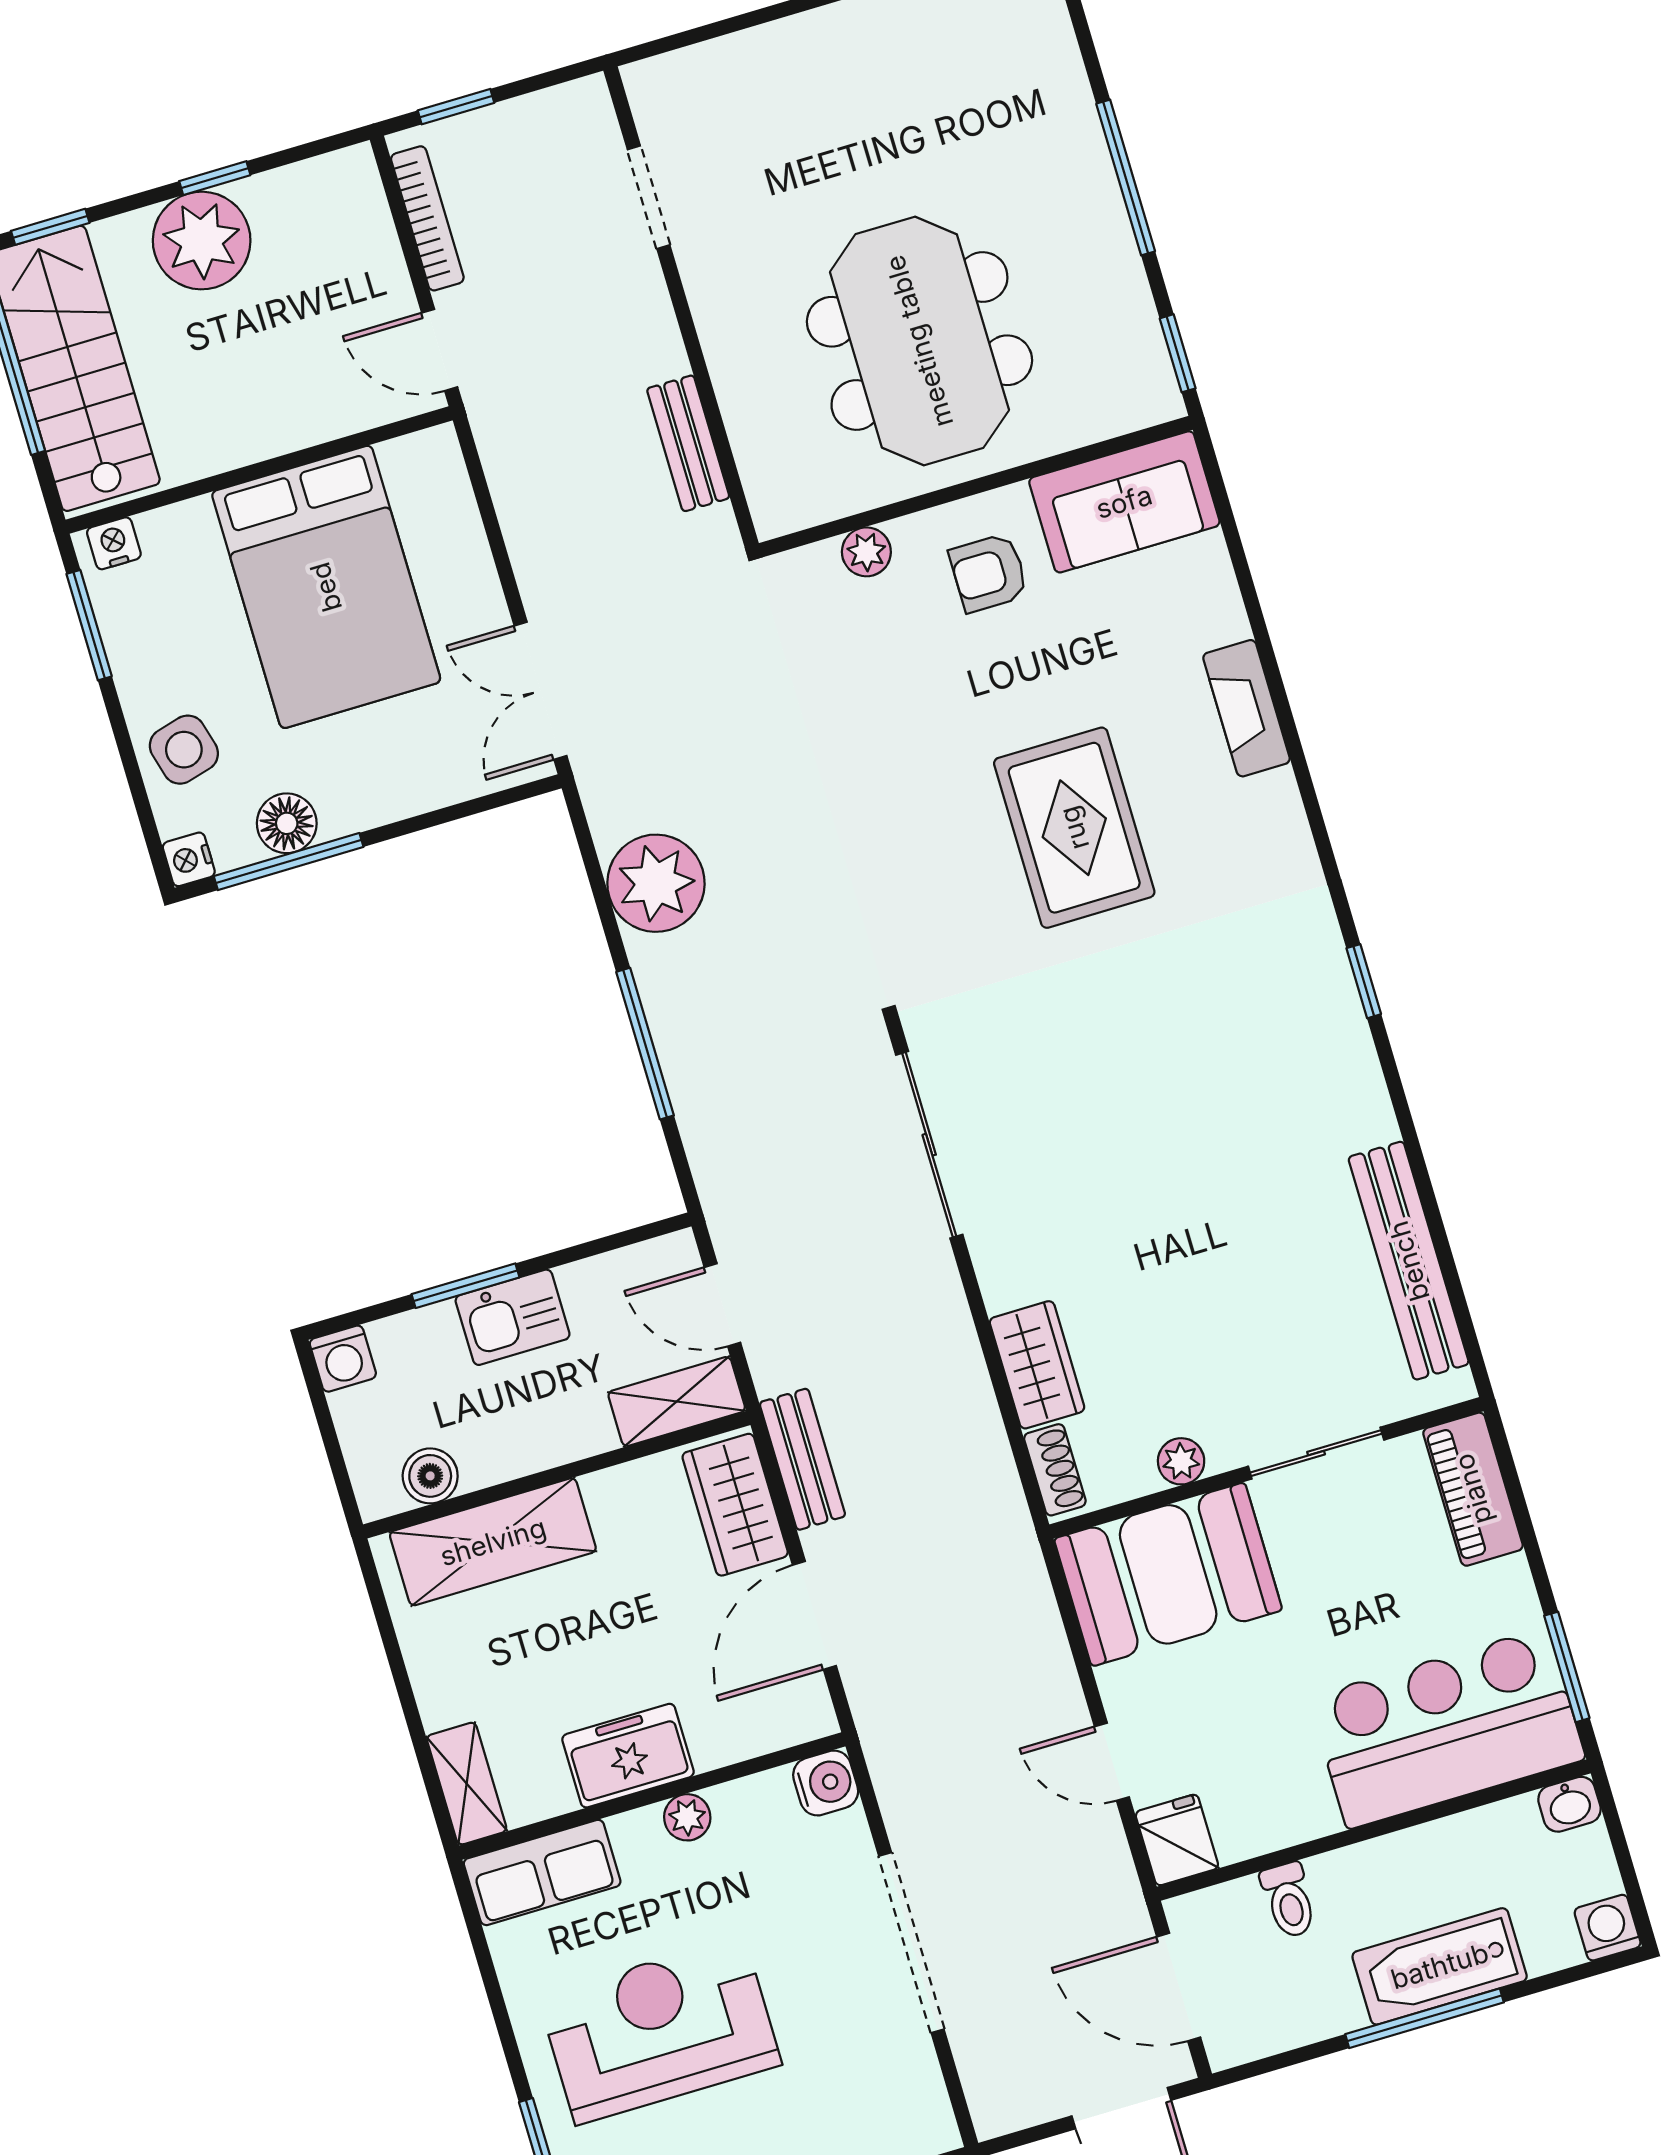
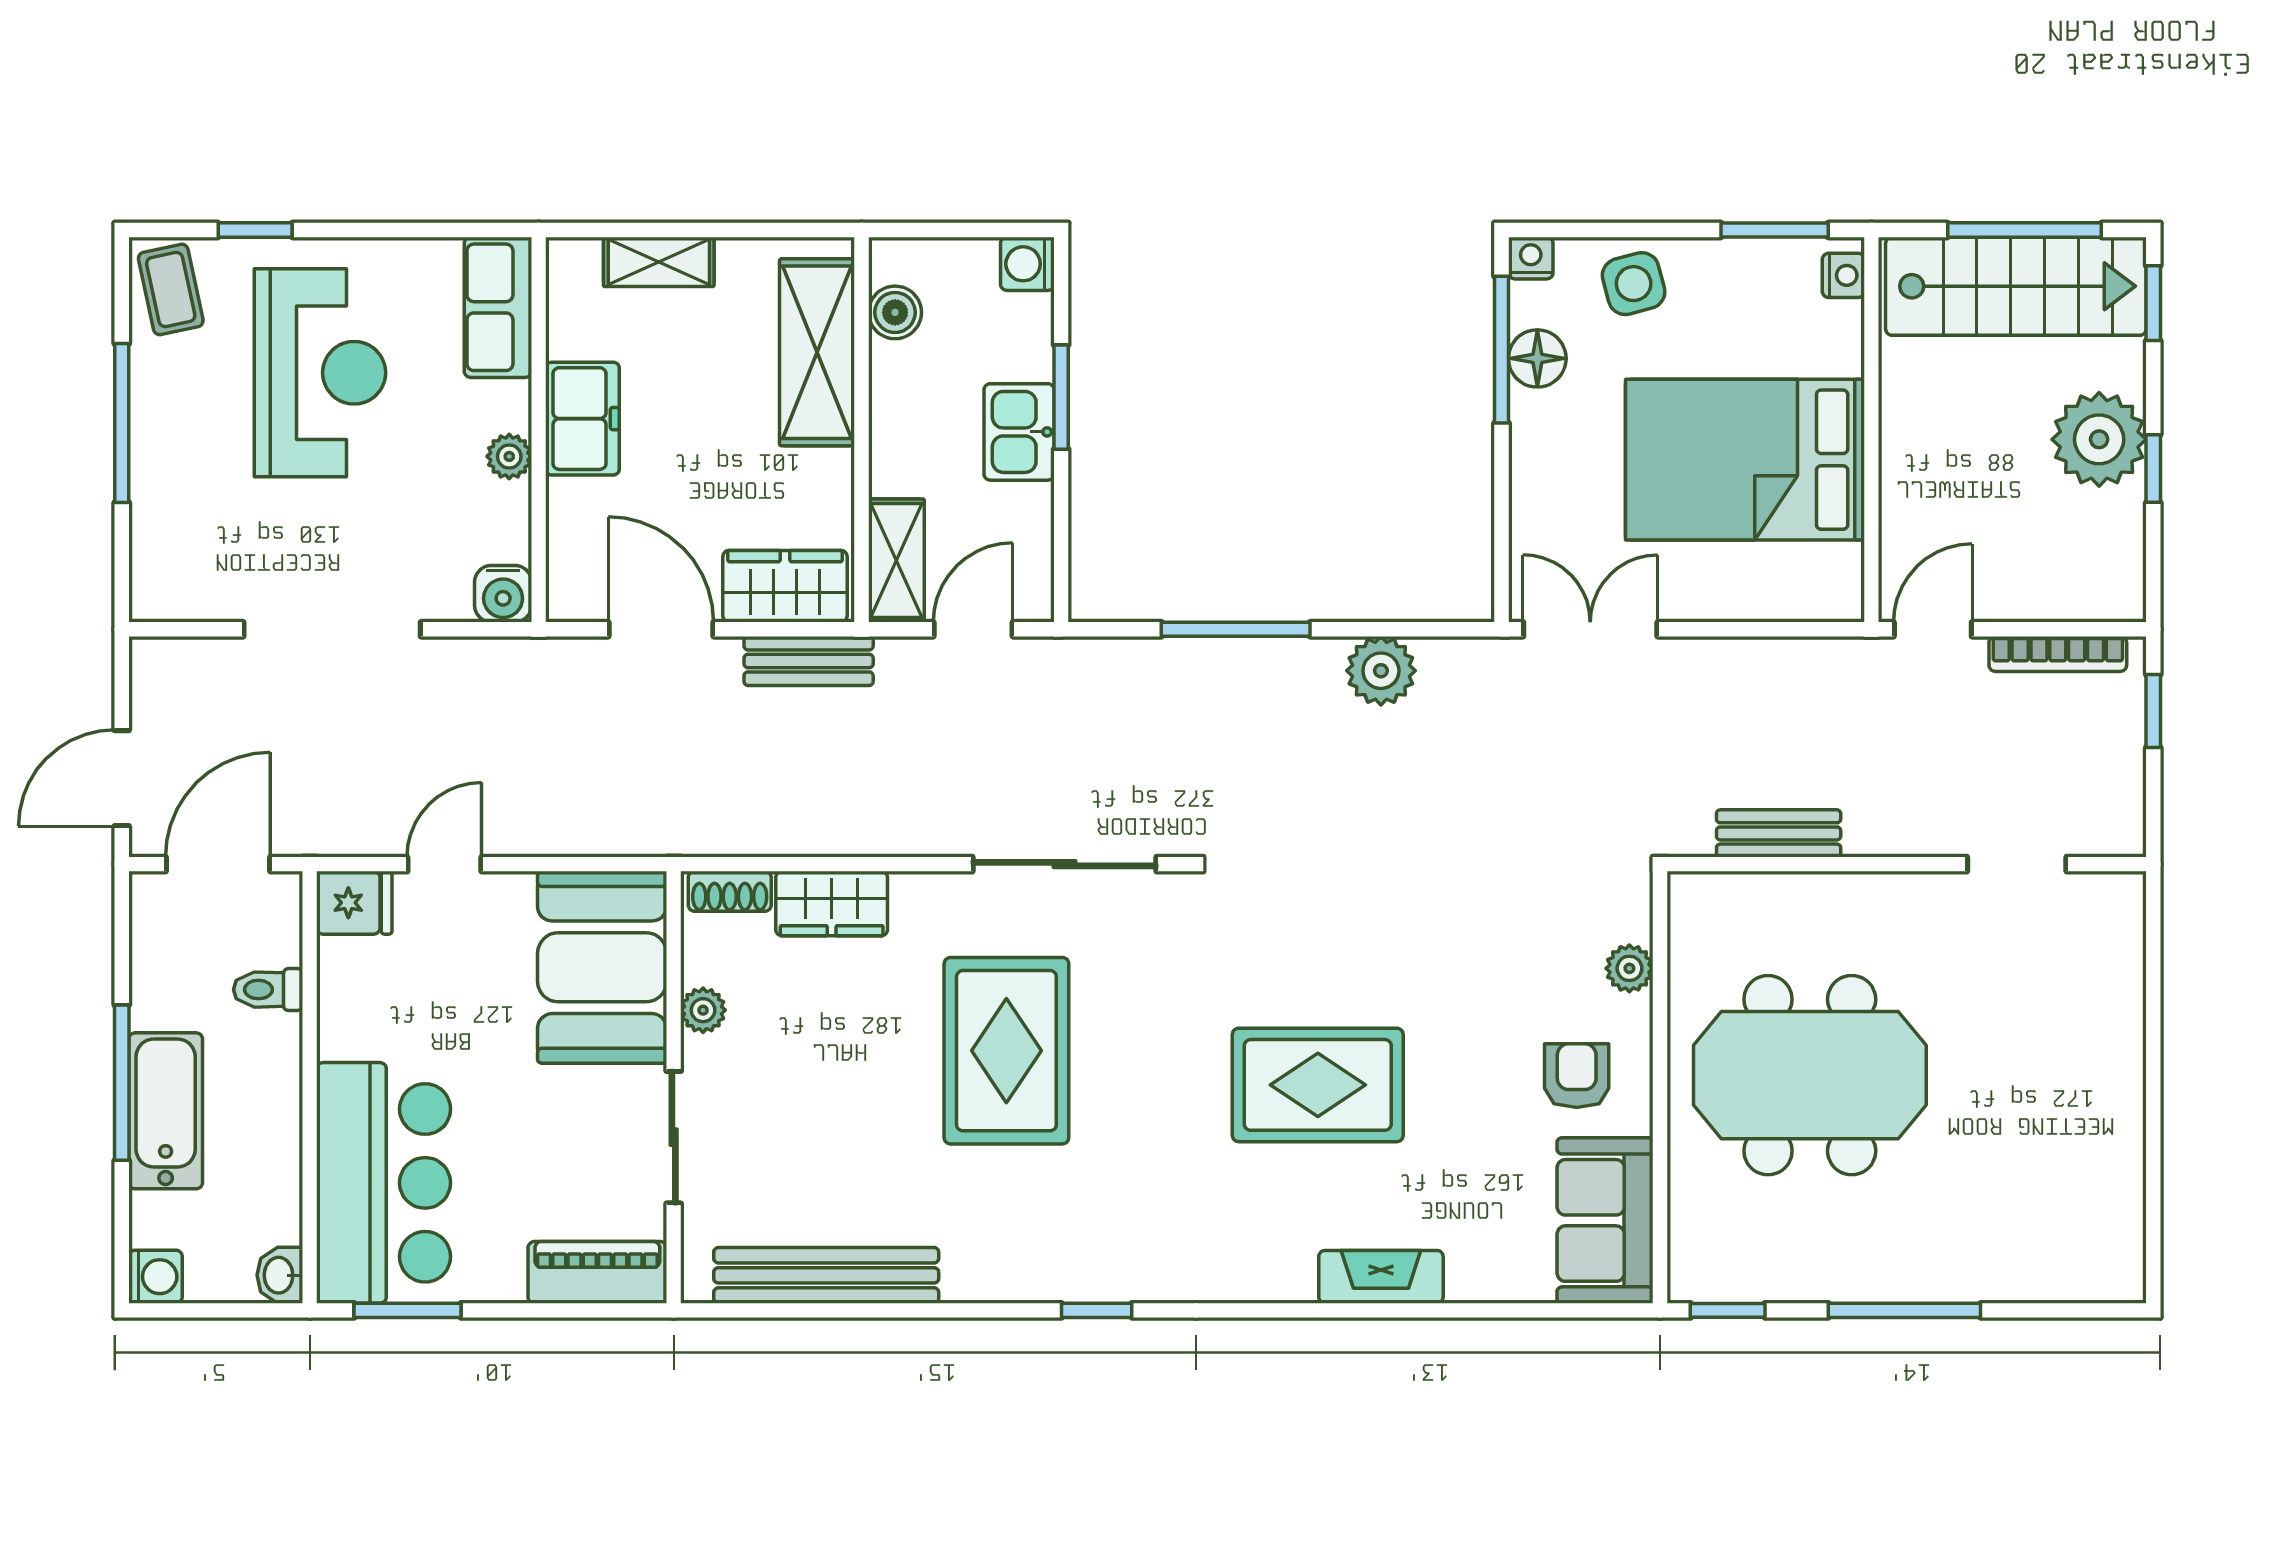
plant: (656, 883) -> (1381, 671), width x0.73, depth x0.73
rug: (1132, 1147) -> (1006, 1051), added
shelving: (467, 1784) -> (659, 262), moved

